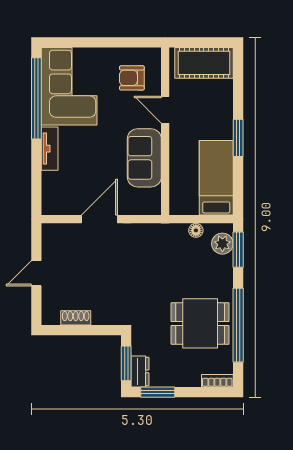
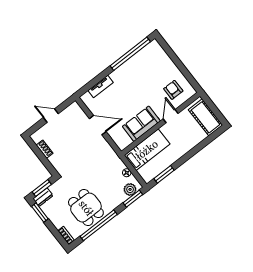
corner sofa: (69, 86) -> (147, 64), removed
window: (238, 138) -> (164, 174), moved
tv unit: (50, 149) -> (101, 86), moved
bed: (216, 178) -> (147, 150), moved

